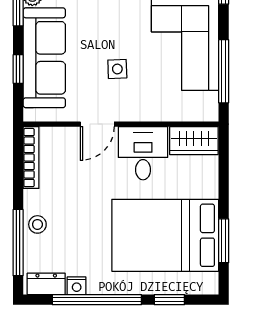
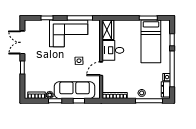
door: (97, 124) -> (101, 69), swing flipped
bed: (165, 235) -> (151, 41), width x0.67

